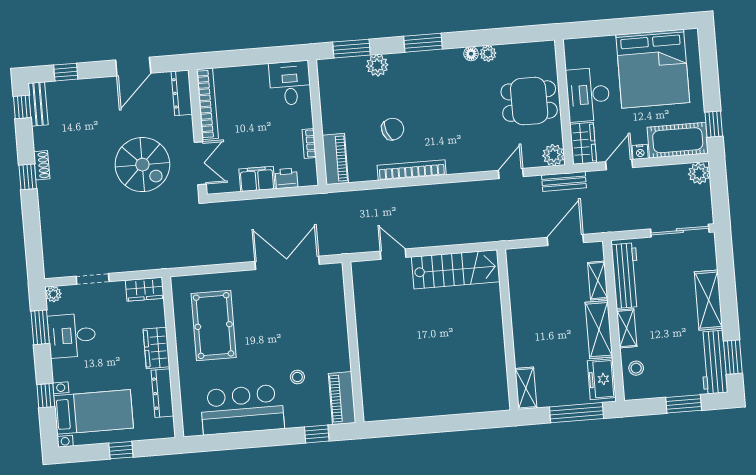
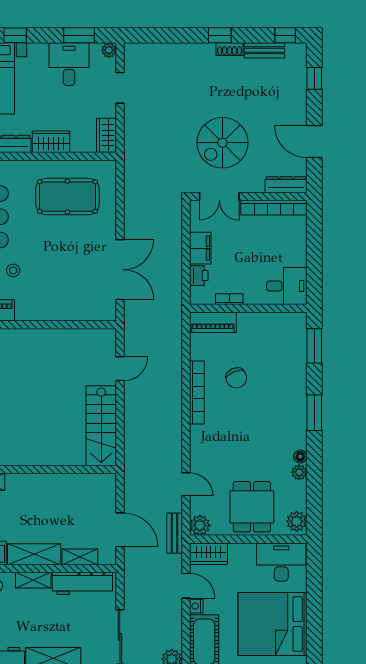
plant: (377, 65) -> (297, 521), moved
desk: (588, 95) -> (281, 562), moved
bench: (38, 104) -> (264, 50), moved

